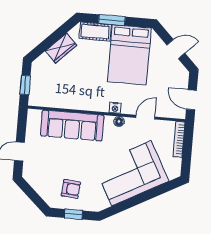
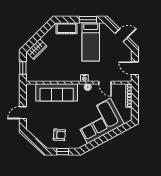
window: (112, 20) -> (88, 20), moved
wardrobe: (61, 48) -> (37, 49), moved
bed: (129, 55) -> (91, 42), width x0.67
door: (145, 117) -> (105, 83), swing flipped

